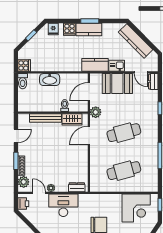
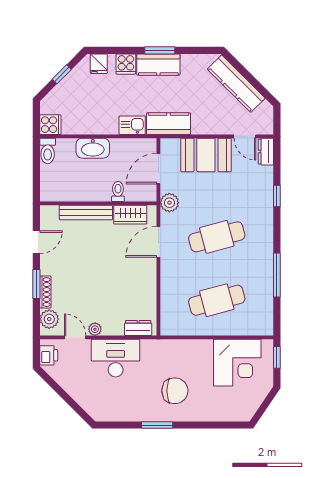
kitchen sink: (117, 66) -> (132, 125), moved

